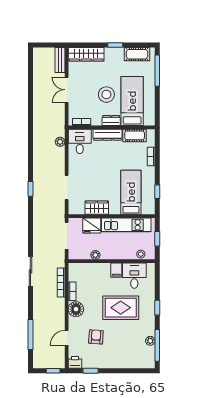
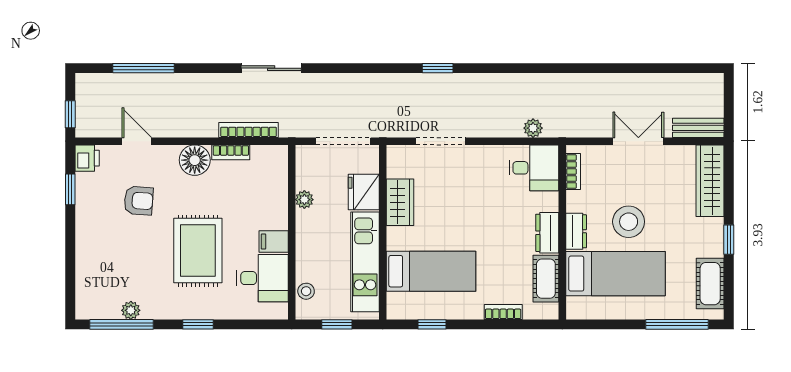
dresser: (107, 135) -> (547, 233), width x0.70

